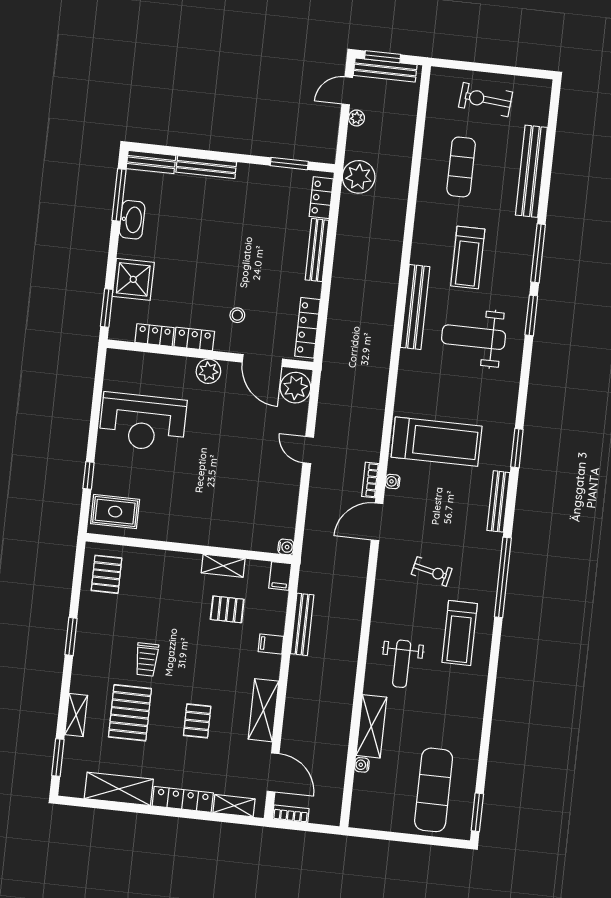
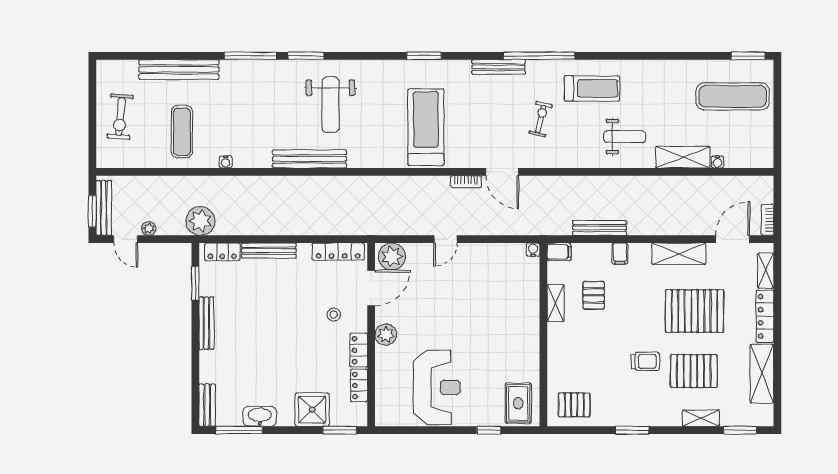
bench: (206, 167) -> (206, 323), moved
exercise mat: (461, 167) -> (182, 132), turned 90
treadmill: (468, 258) -> (261, 117), removed
water cooler: (393, 481) -> (226, 162), moved
bench: (498, 501) -> (499, 67), moved
pallet: (197, 721) -> (695, 311), width x2.05, depth x2.00

